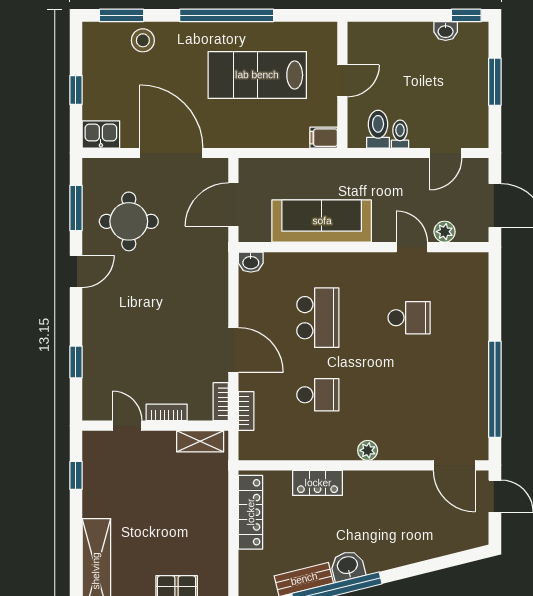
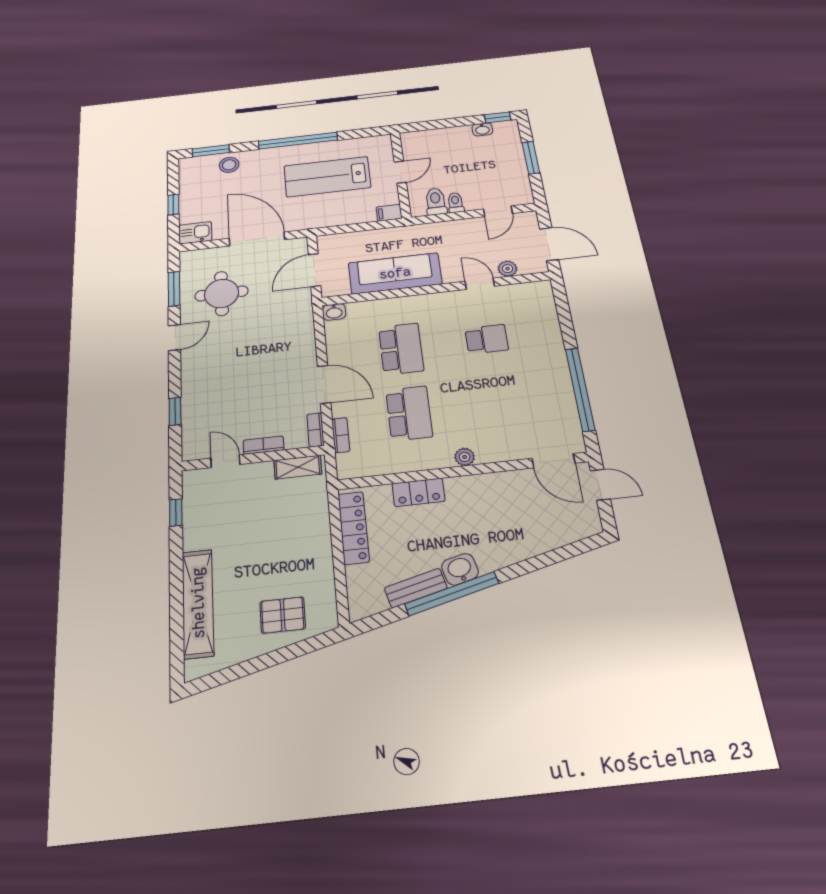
school desk: (318, 395) -> (409, 413), width x1.85

